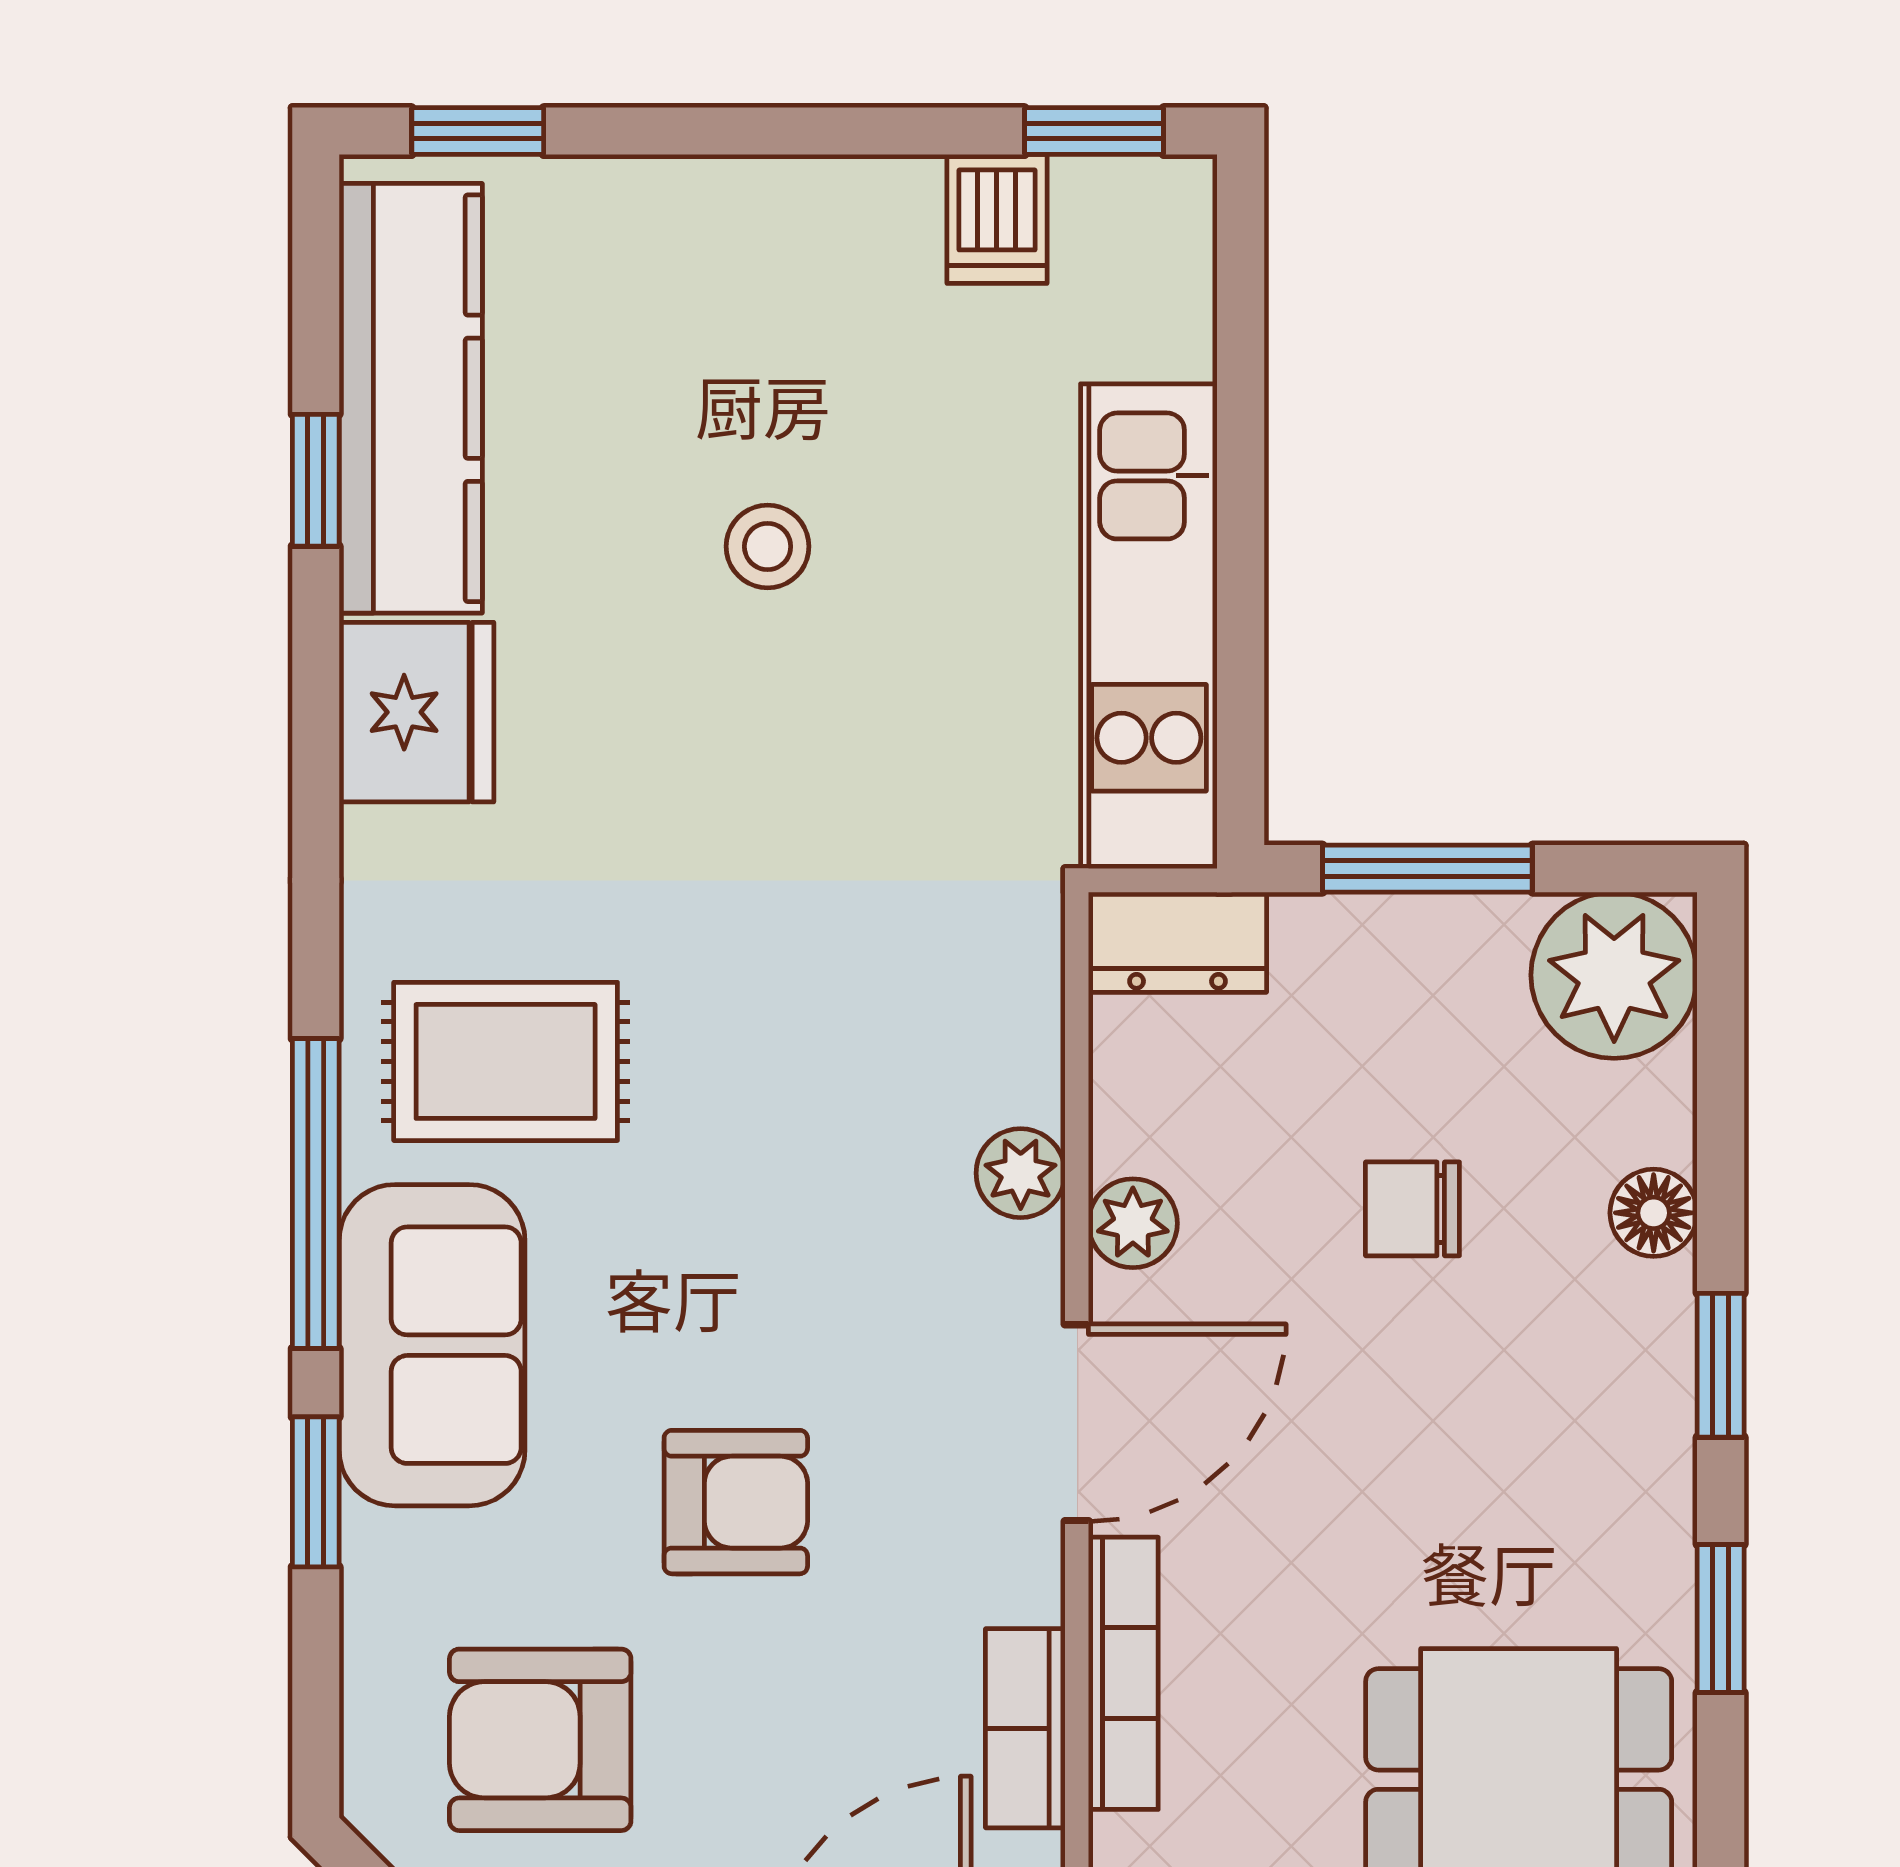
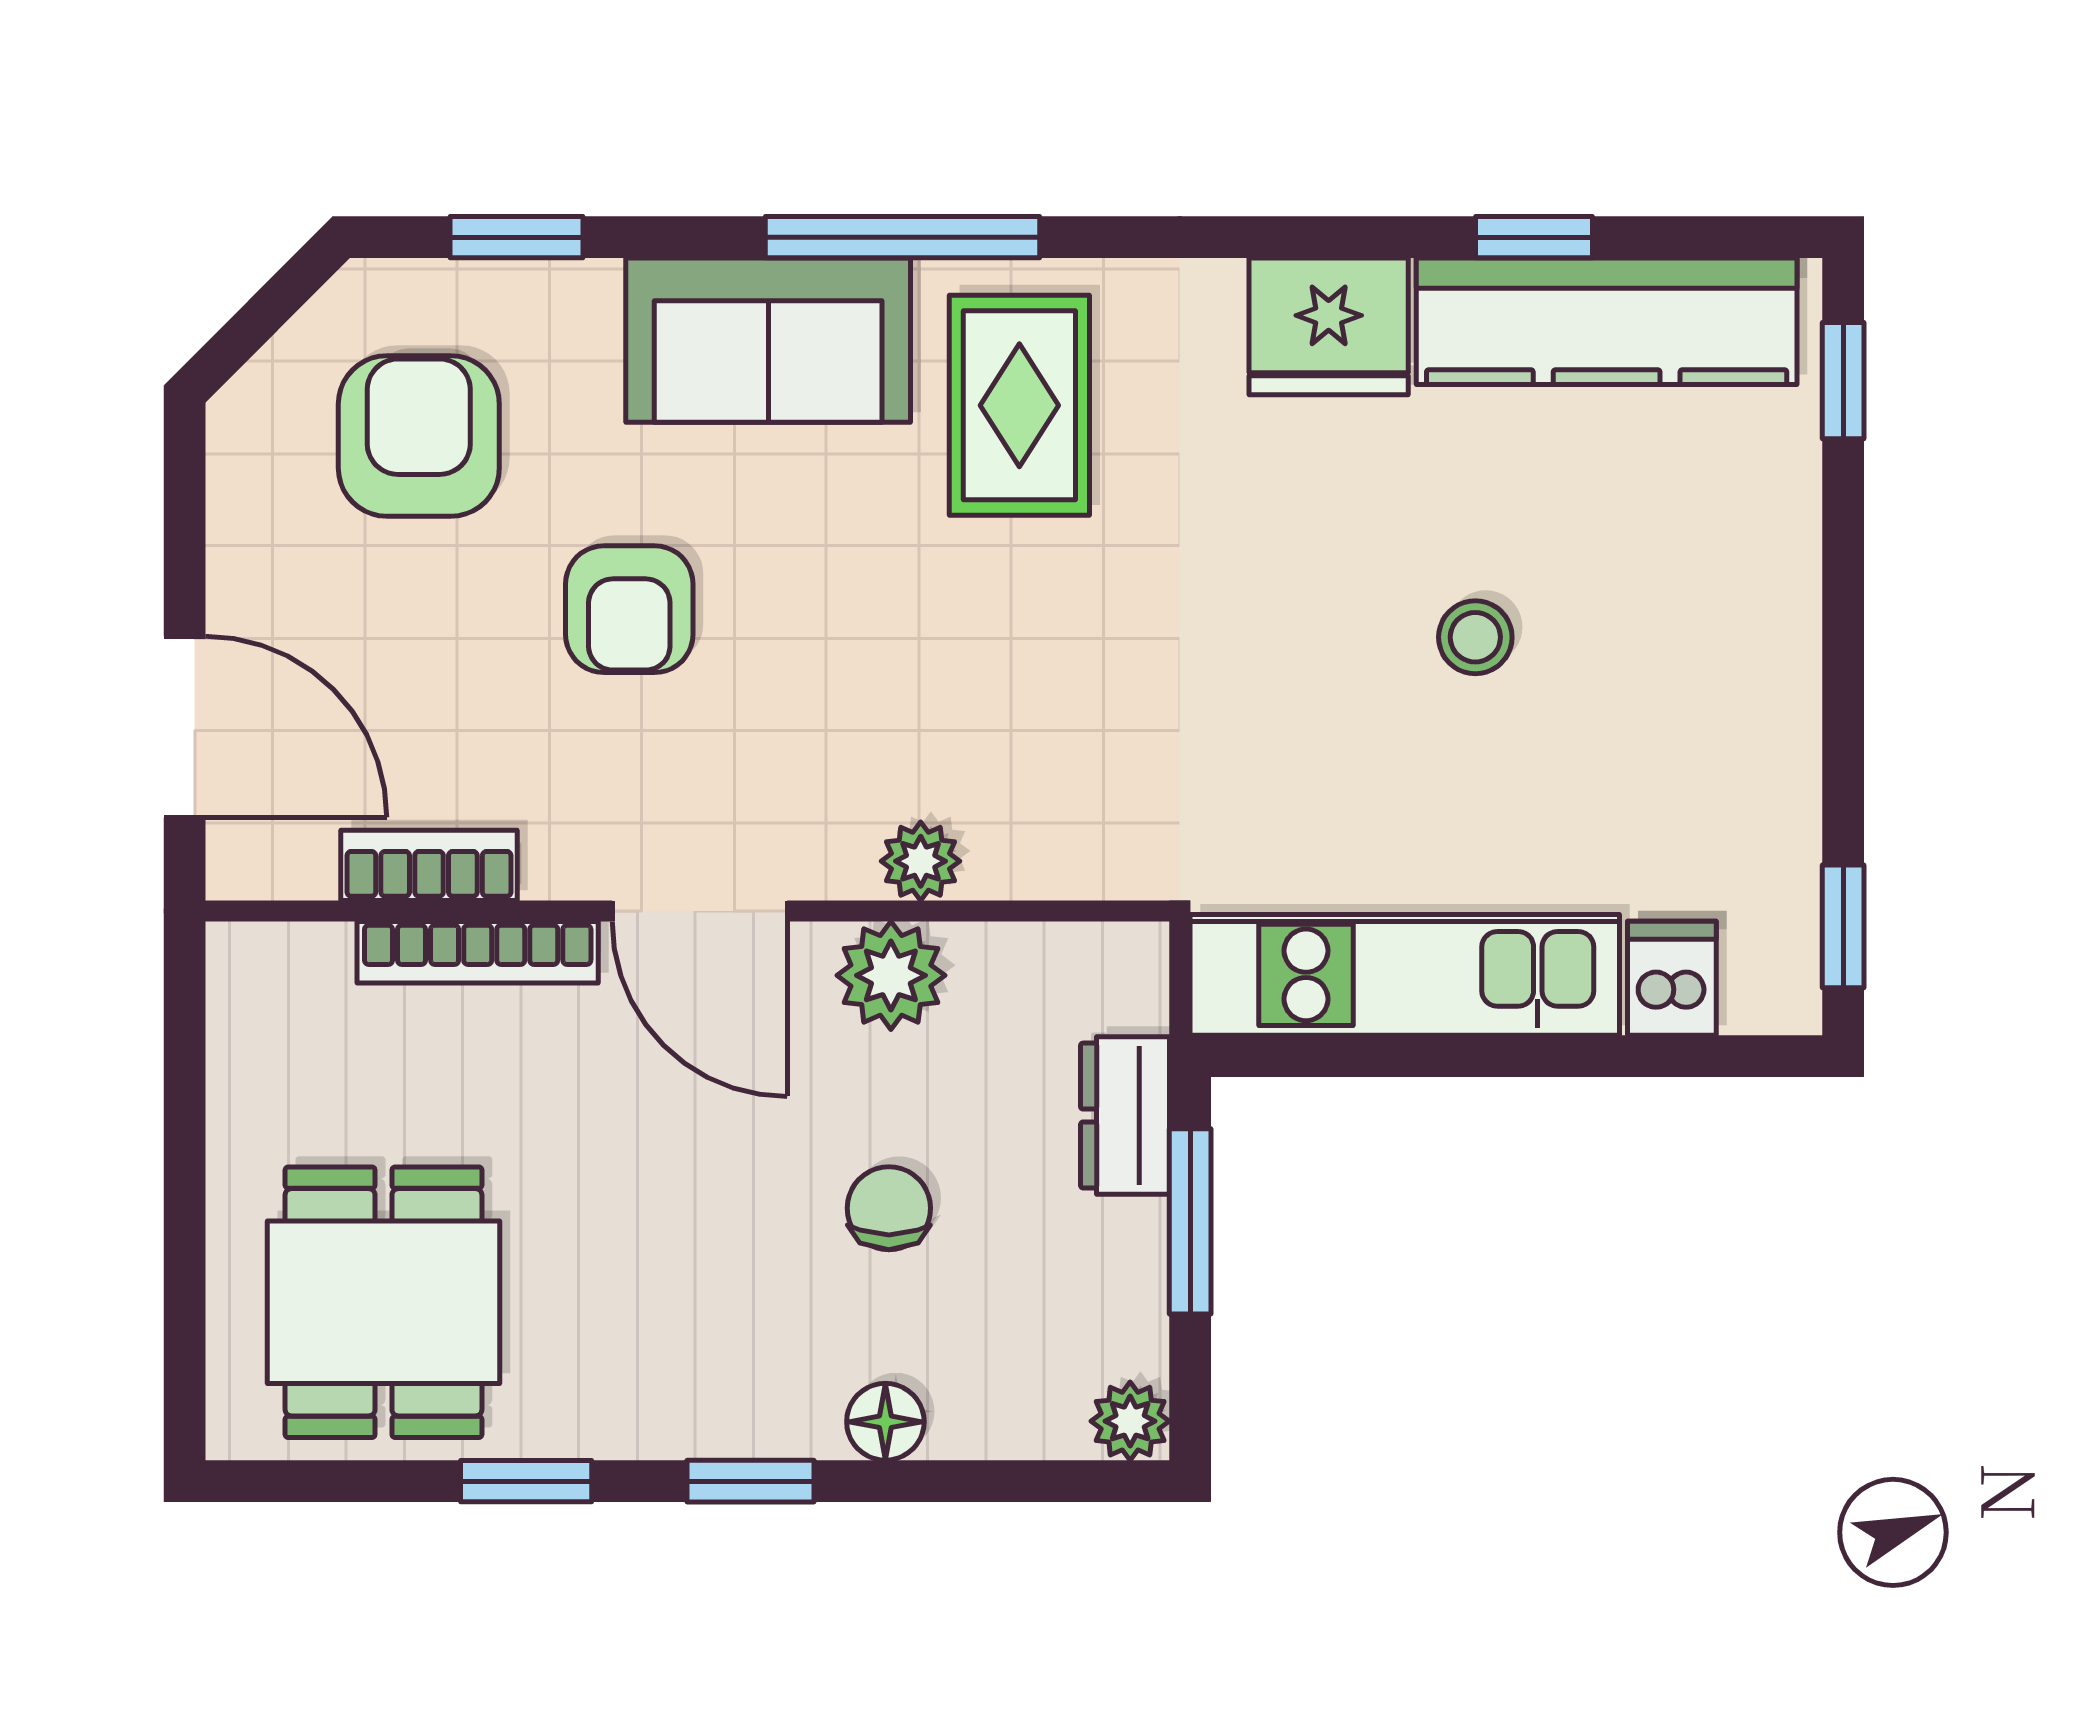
dishwasher: (997, 219) -> (1672, 978), moved, turned 90
dresser: (1178, 942) -> (1125, 1116), moved
plant: (1614, 975) -> (1130, 1421), width x0.53, depth x0.53
plant: (1133, 1223) -> (891, 975), width x1.38, depth x1.38
window: (316, 1492) -> (516, 237), moved

